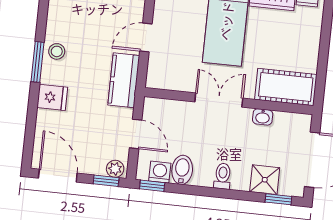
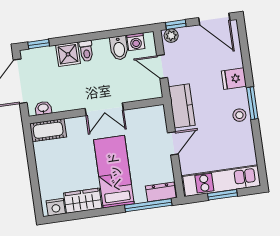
cot: (286, 87) -> (48, 130), width x0.73, depth x0.75
washbasin: (263, 117) -> (43, 108), moved
shower: (265, 180) -> (68, 54), moved
window: (152, 186) -> (139, 30), removed

